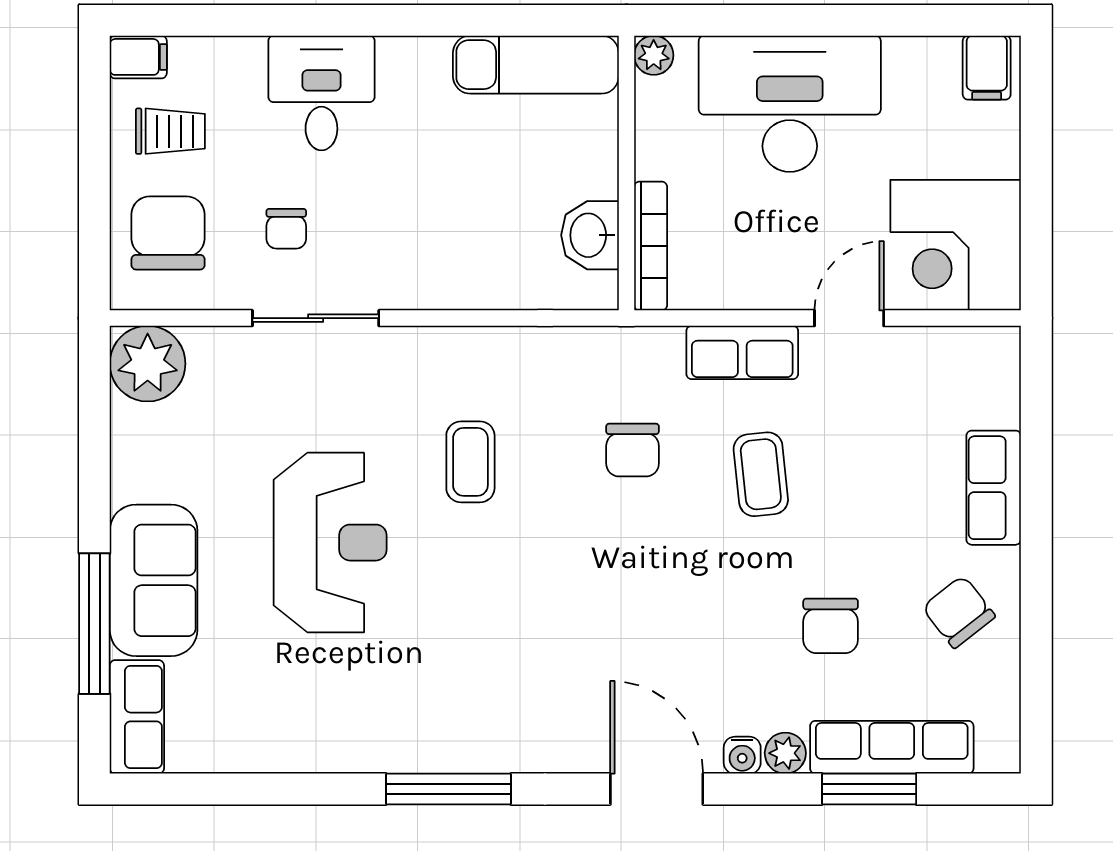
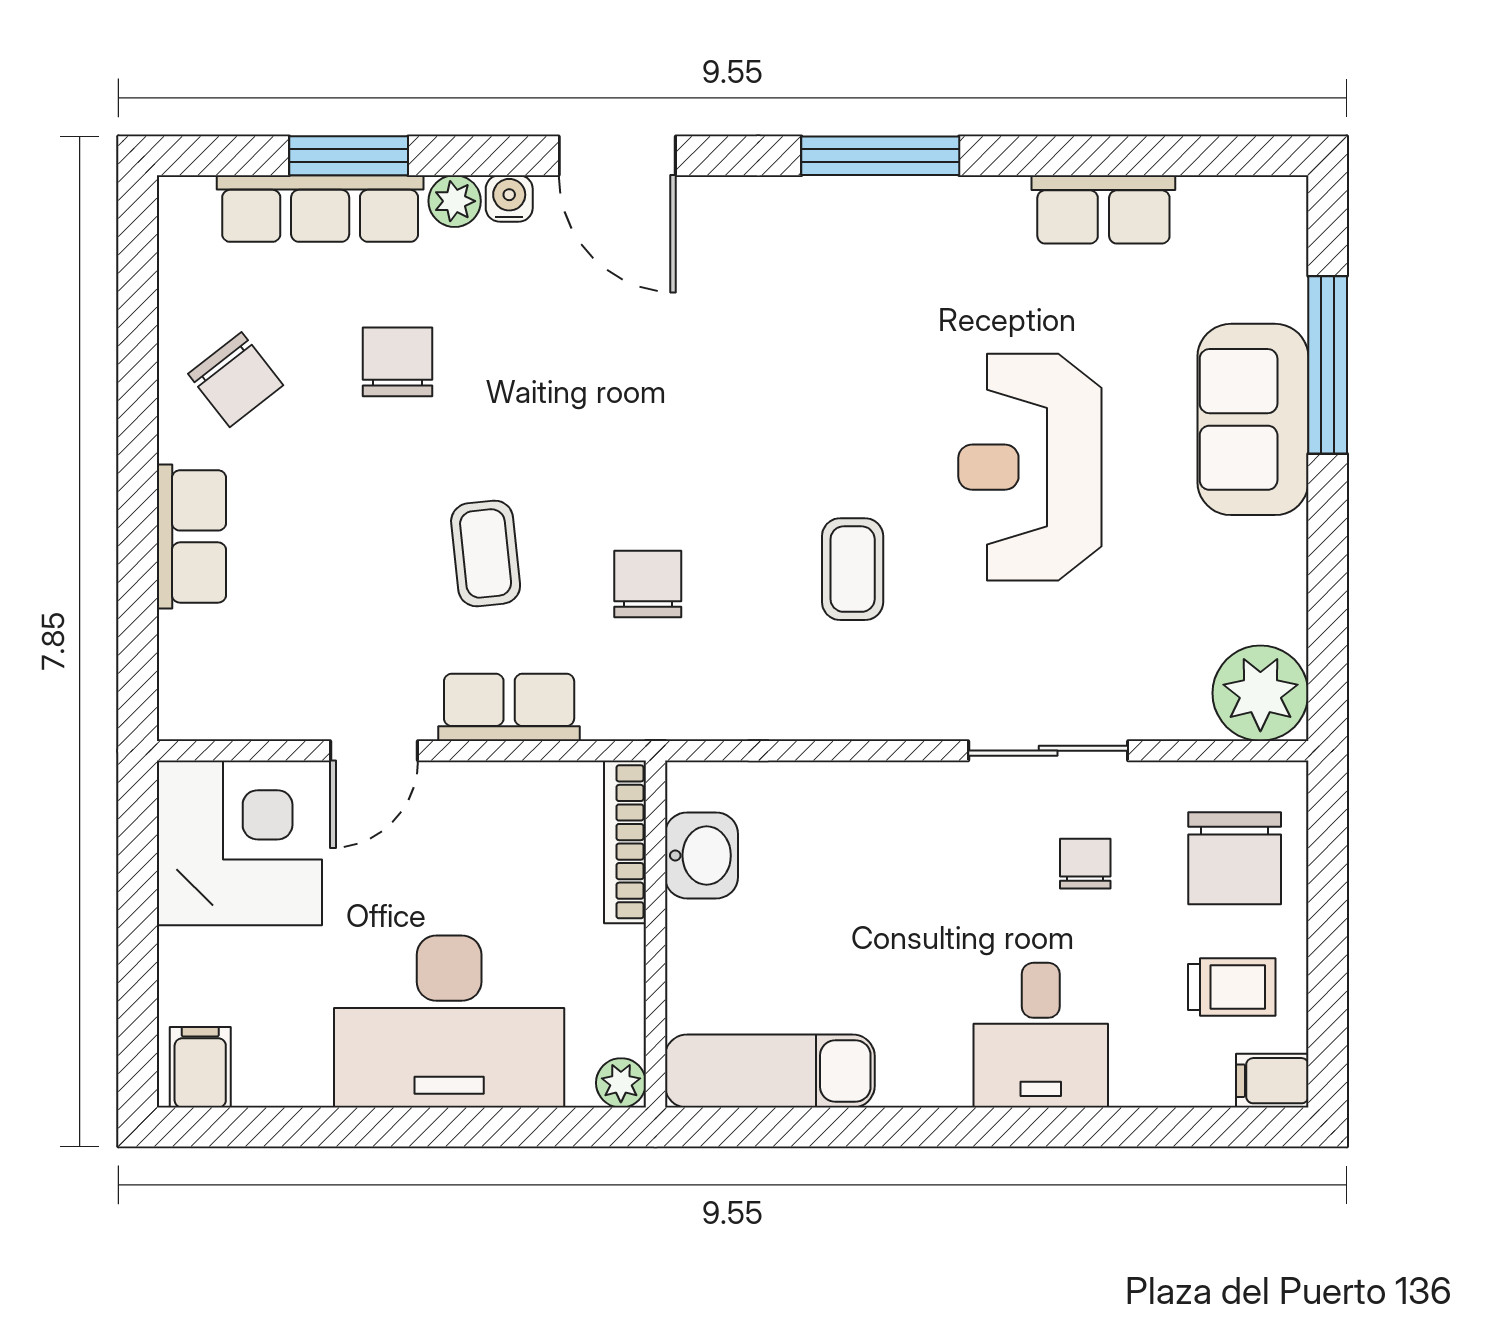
trolley: (170, 131) -> (1232, 987), turned 180
row of seats: (137, 717) -> (1103, 209), moved, turned -90

